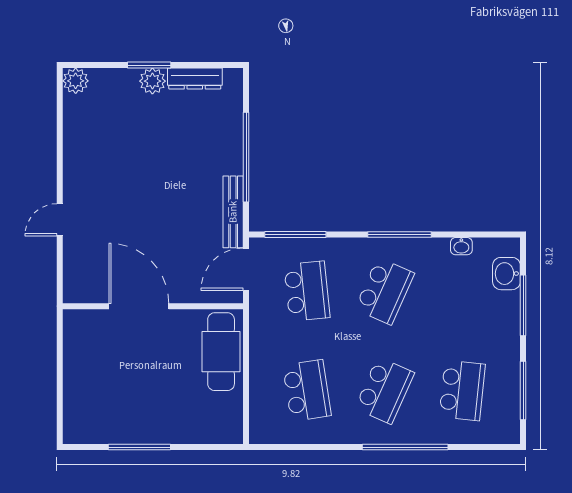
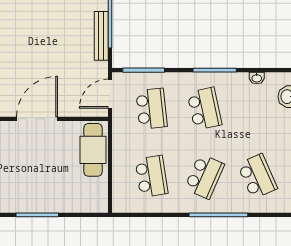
bench: (233, 212) -> (101, 36), moved
school desk: (385, 291) -> (204, 109), turned -36
door: (139, 306) -> (37, 119), hinge flipped
school desk: (462, 391) -> (257, 176), turned -30

